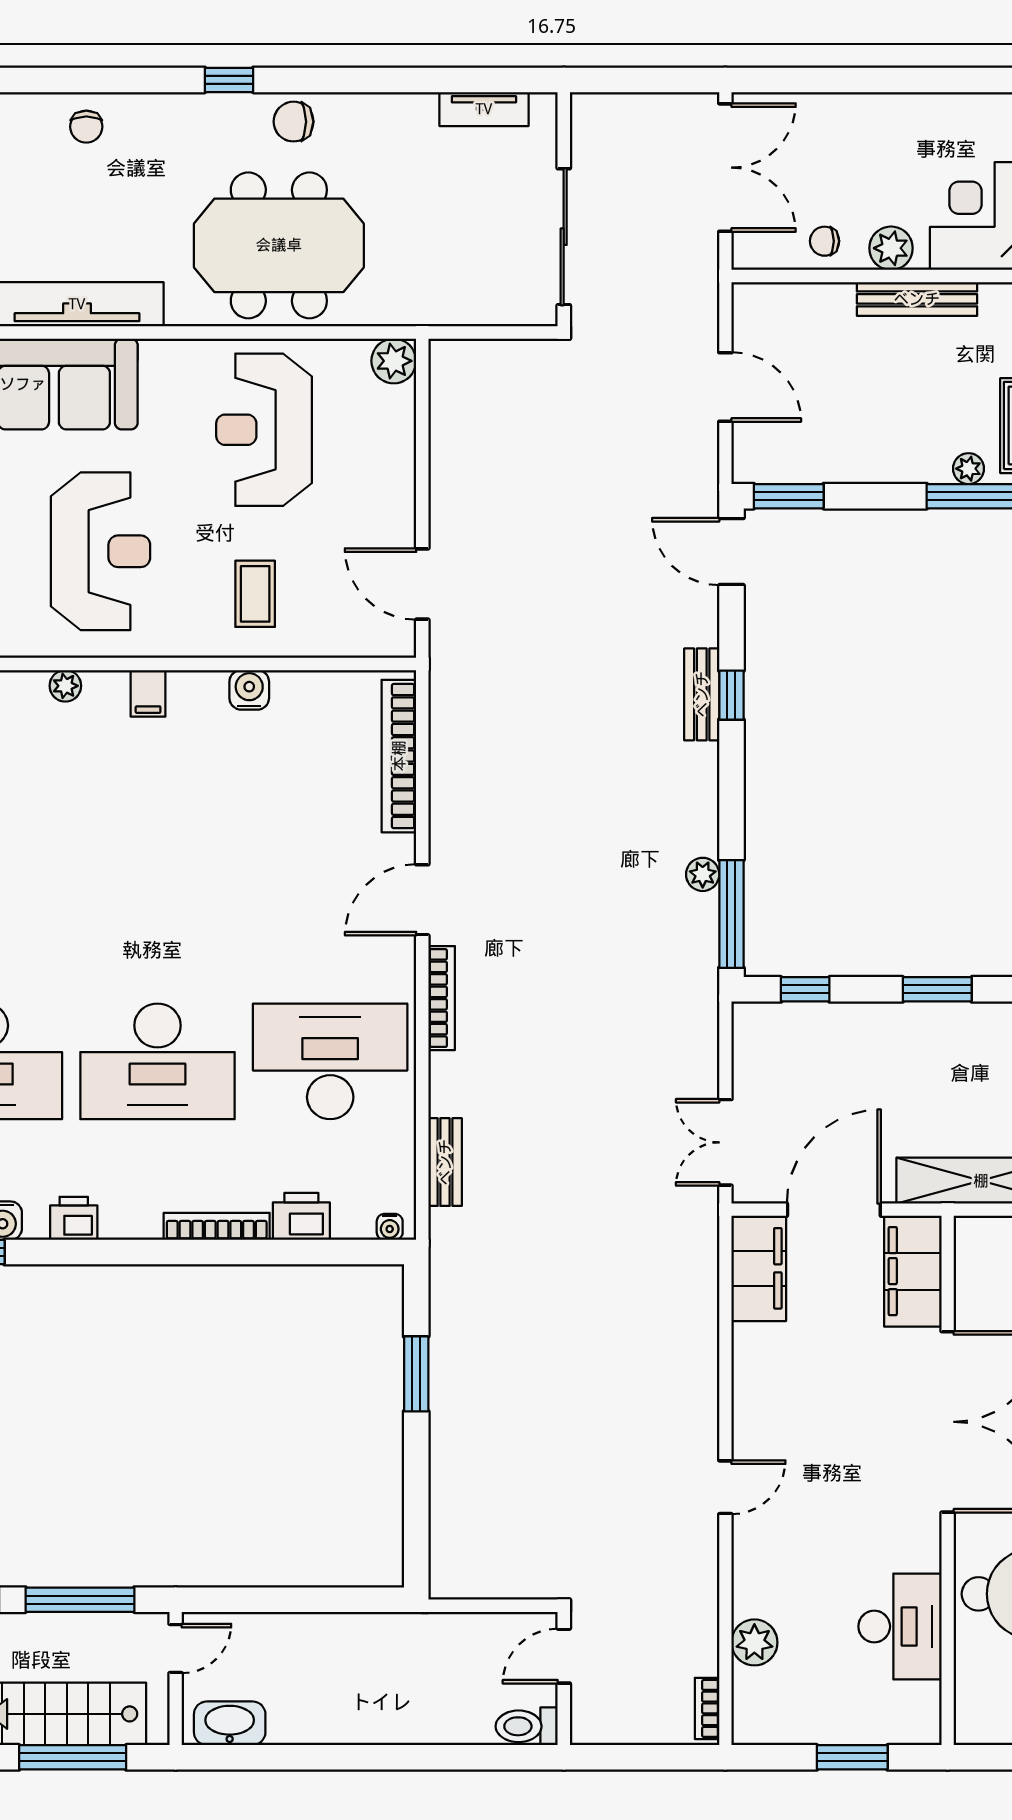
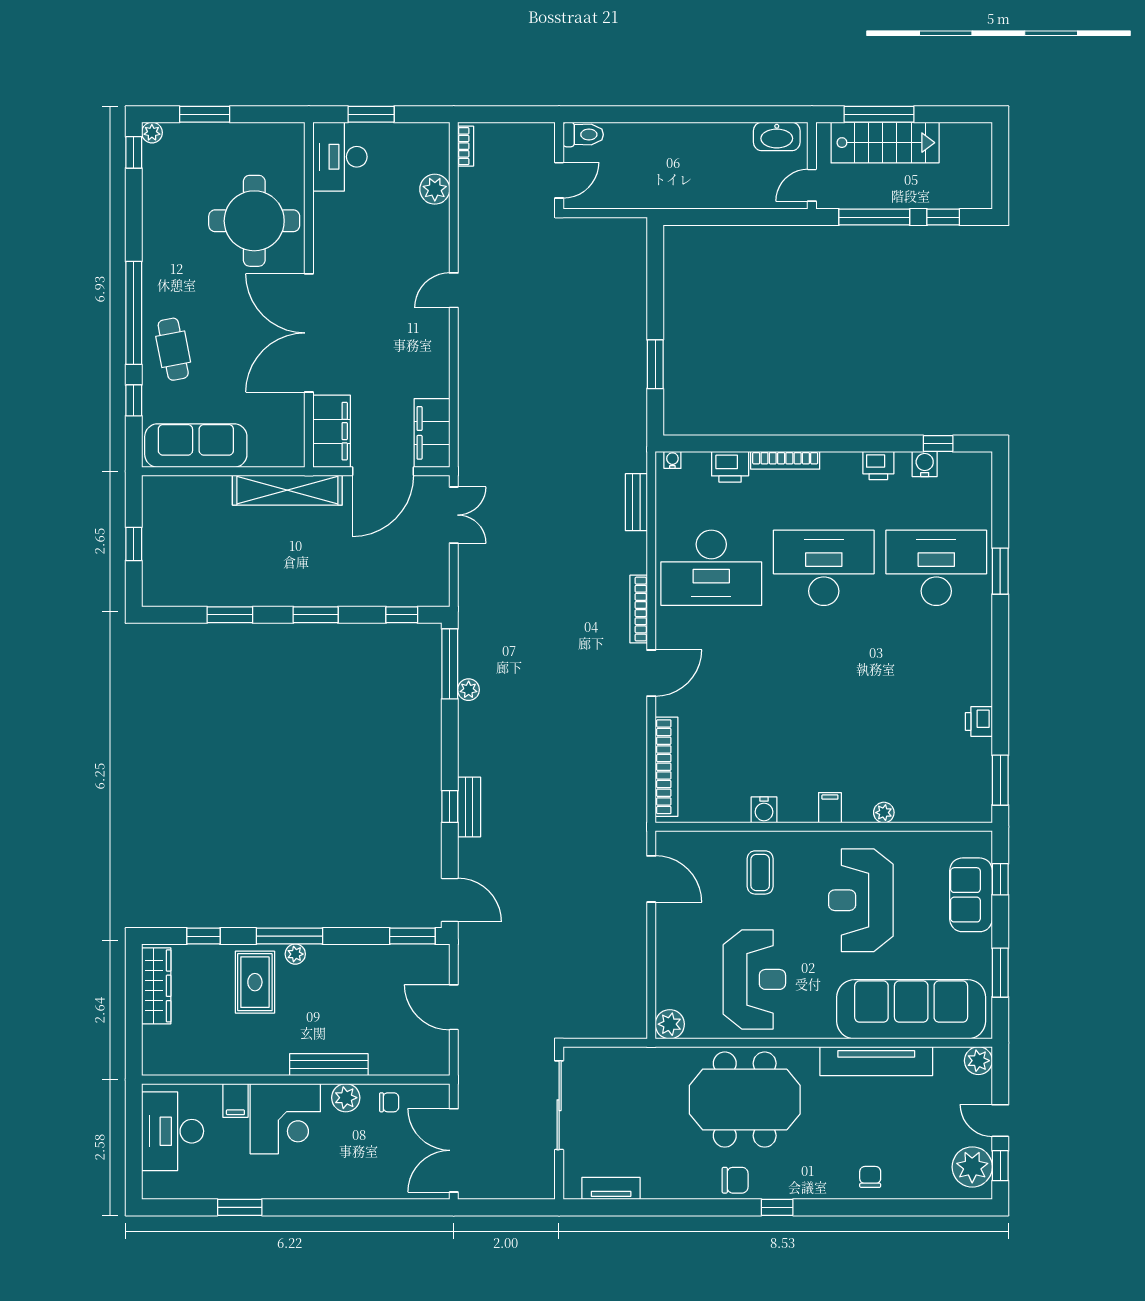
desk: (900, 1626) -> (340, 157), moved

